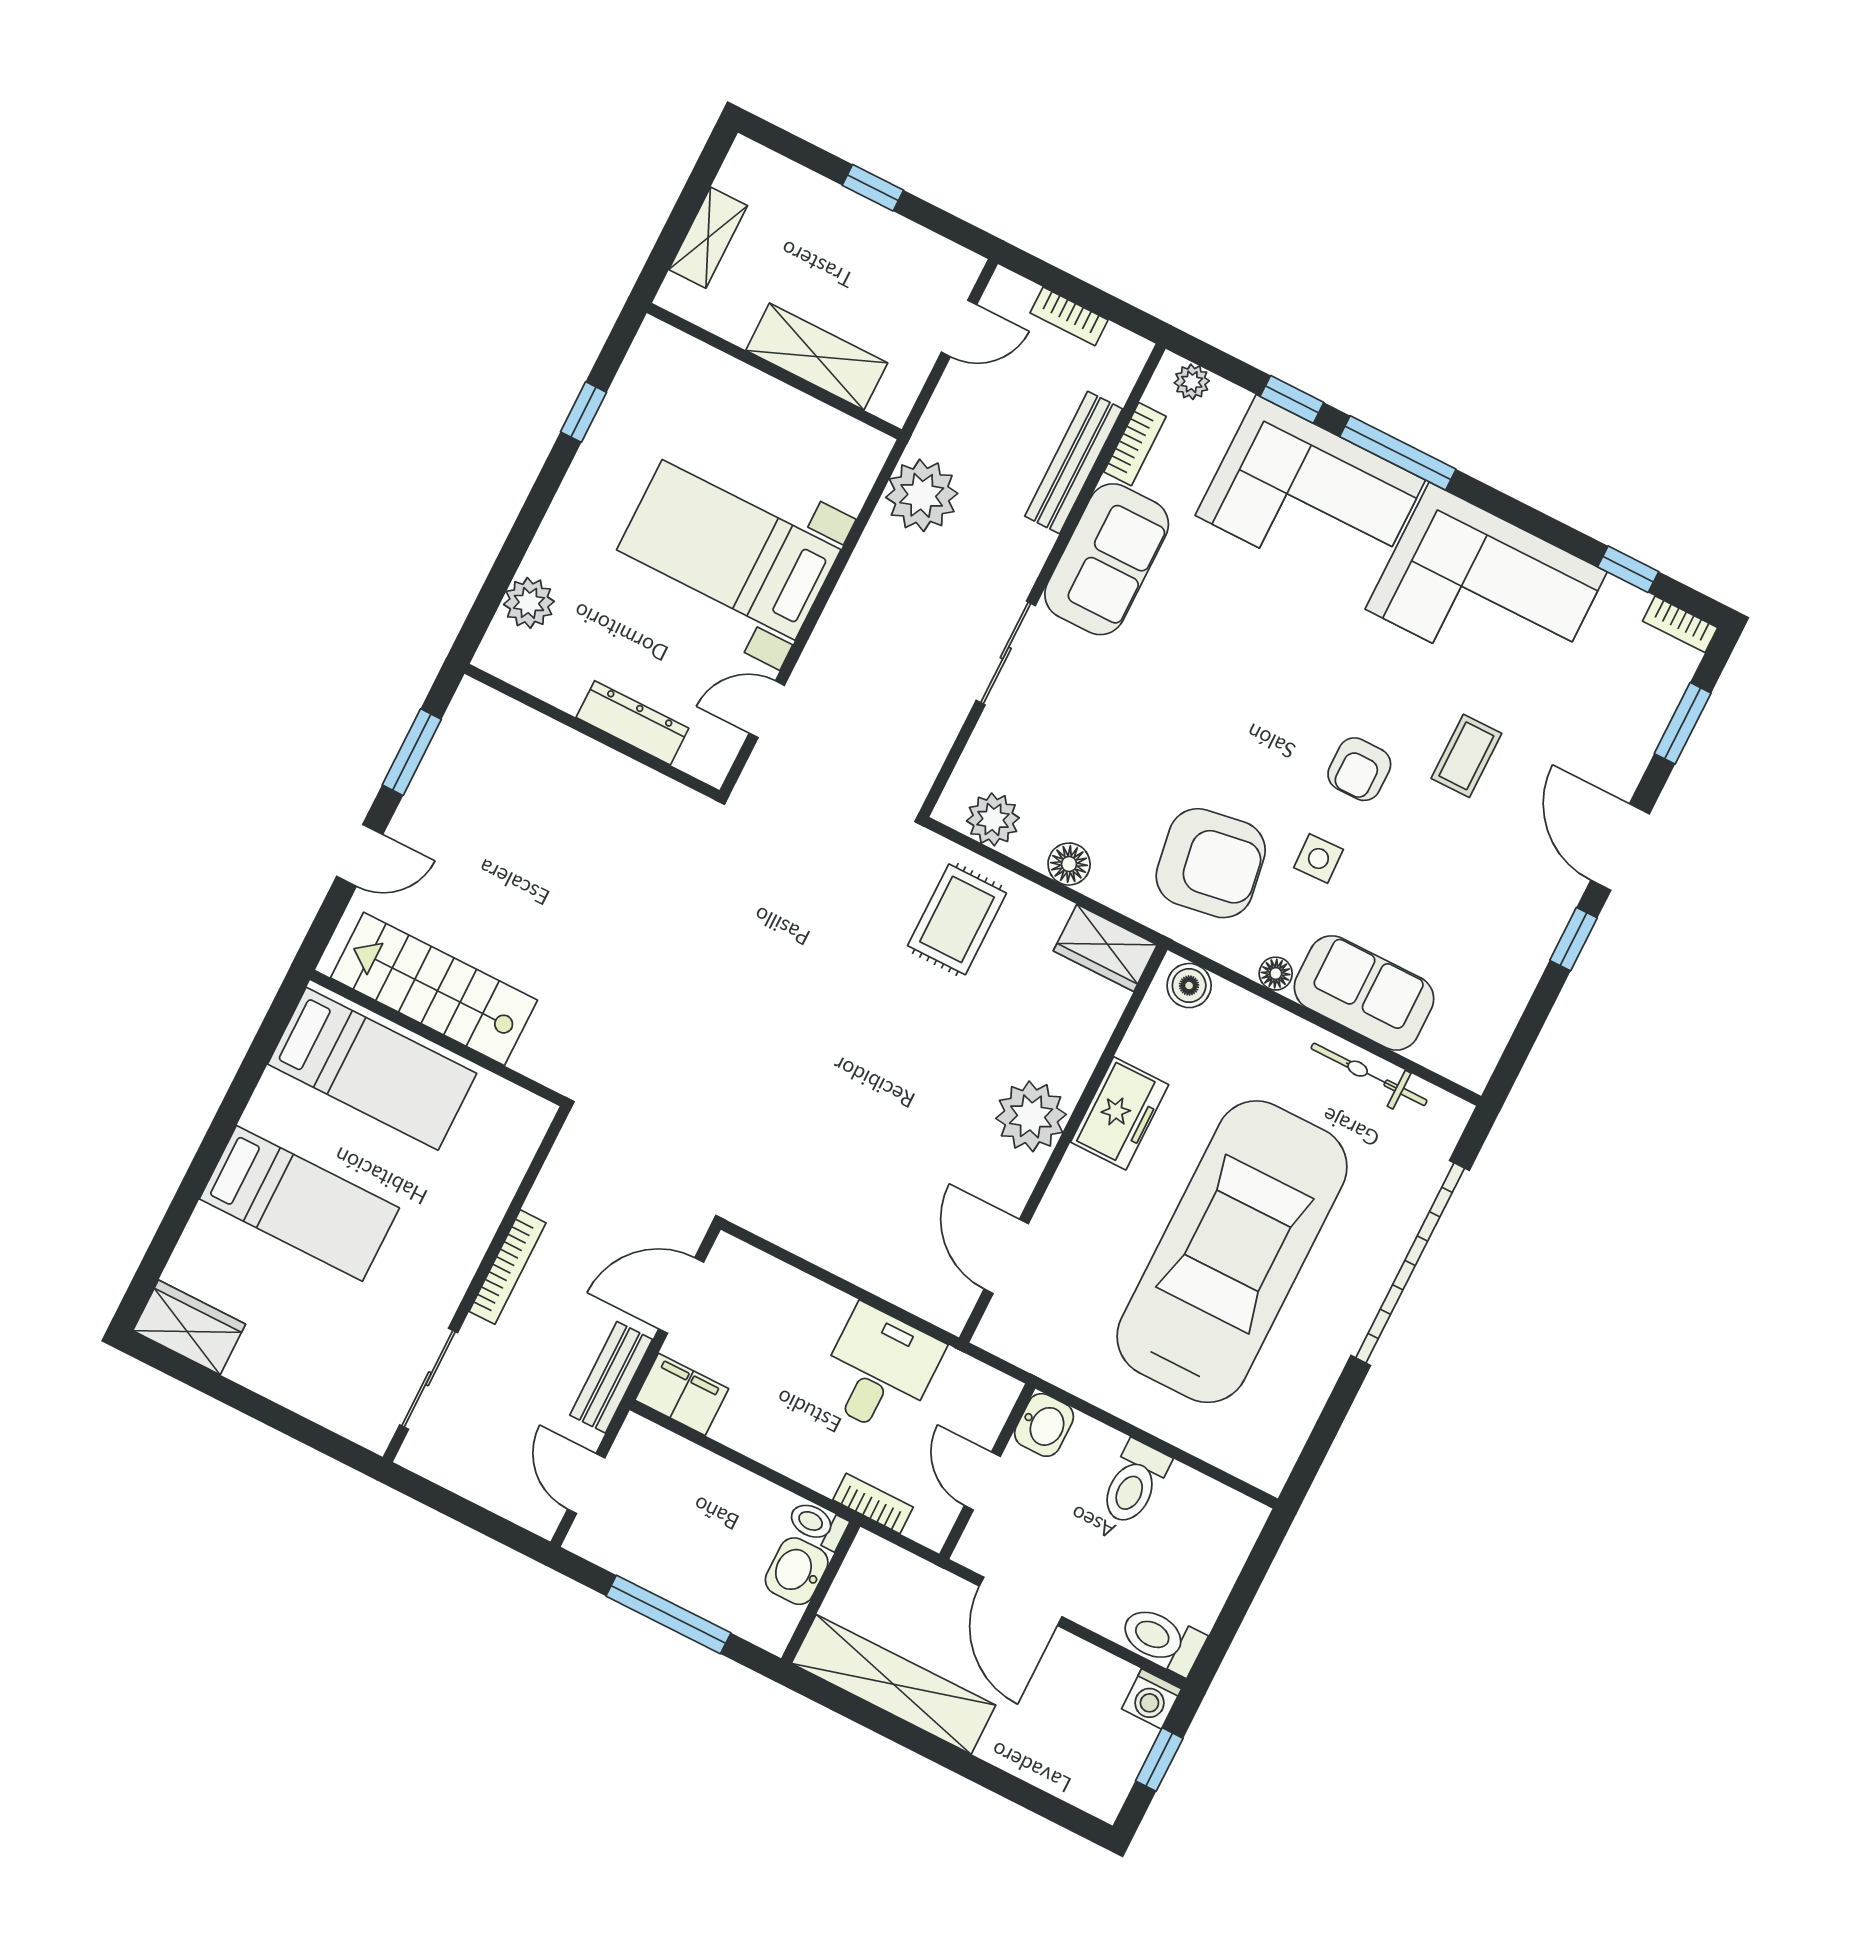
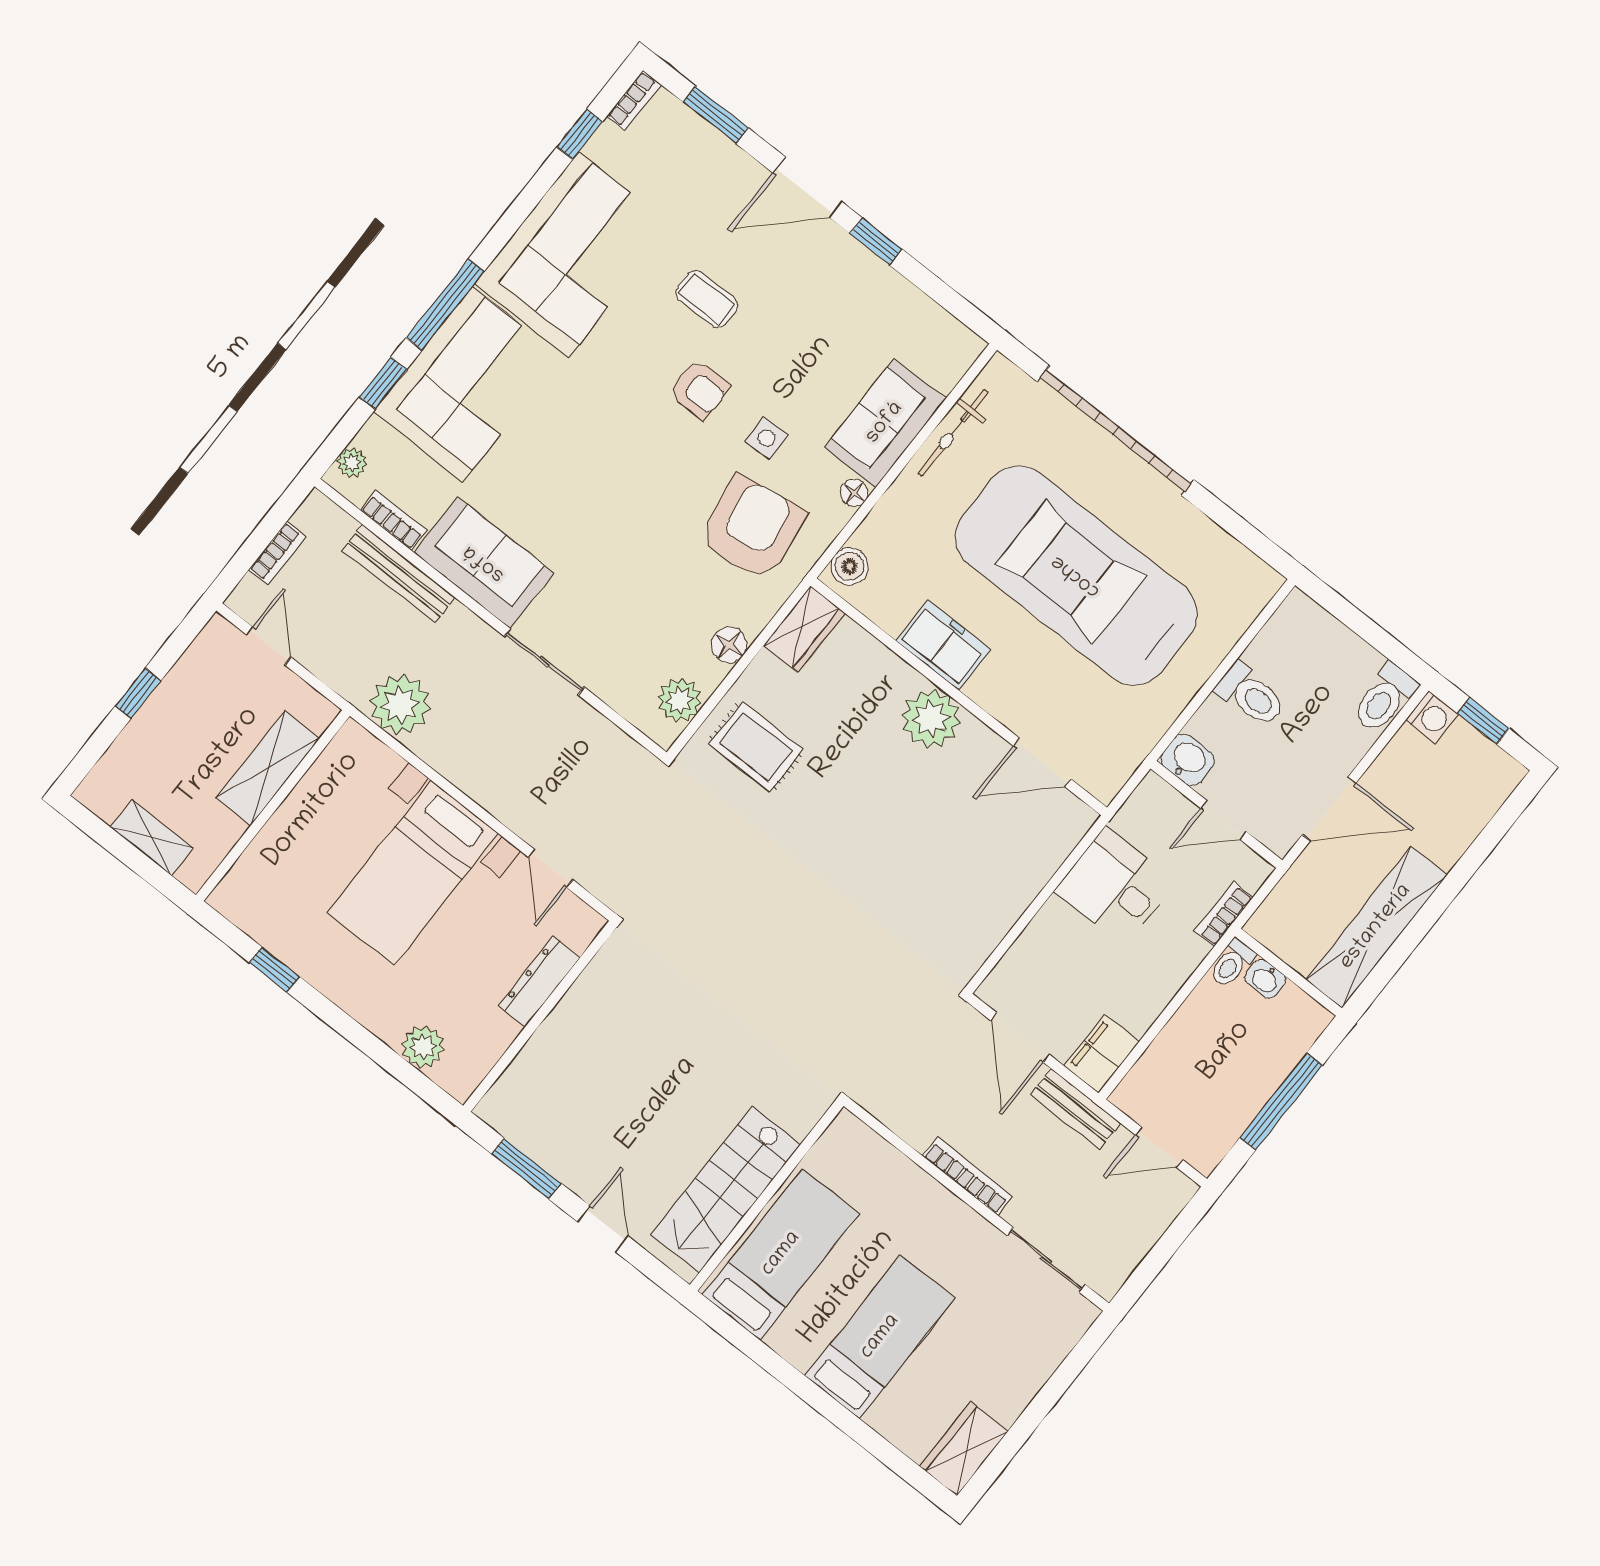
washbasin: (797, 1571) -> (1265, 979), width x0.72, depth x0.69

